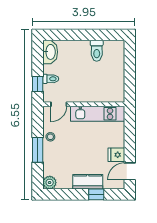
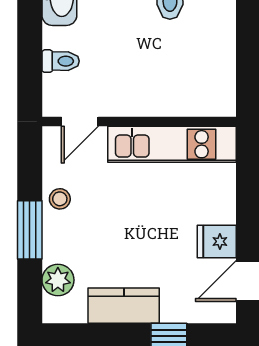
window: (38, 84) -> (30, 73), removed
kitchen counter: (88, 182) -> (124, 306), moved
plant: (50, 183) -> (58, 280), moved

